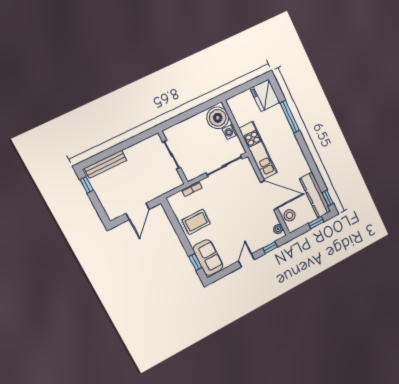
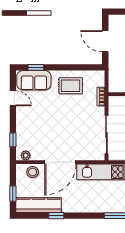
window: (328, 198) -> (56, 216), moved
rug: (196, 222) -> (71, 86), turned 90
door: (247, 260) -> (13, 98), moved

